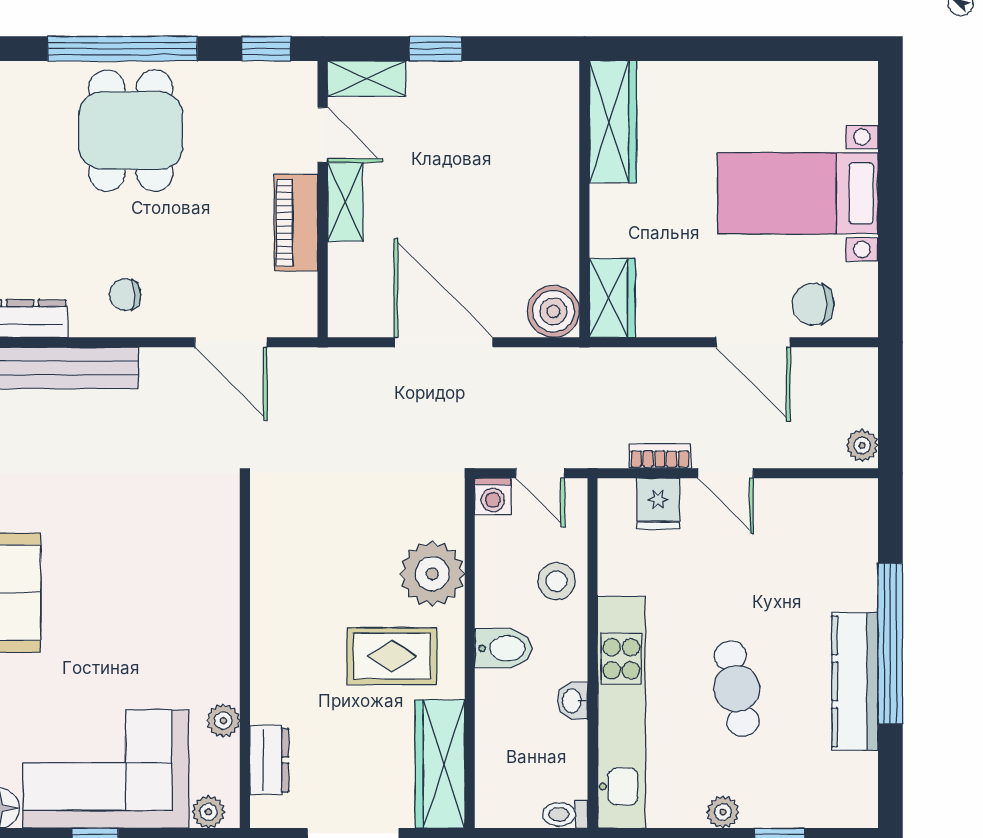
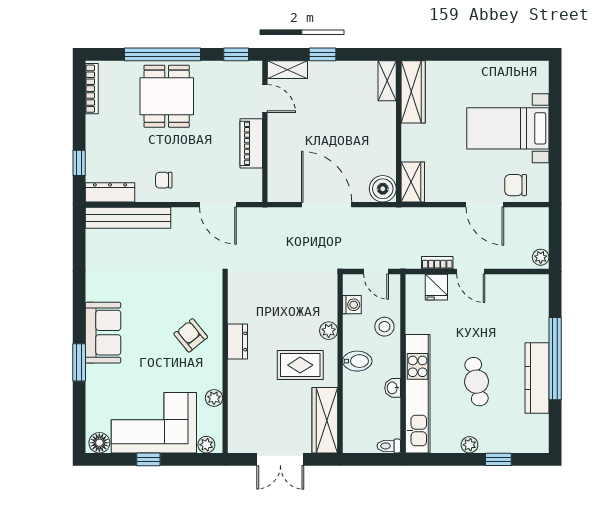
shelving: (345, 202) -> (387, 81), moved
washing machine: (493, 496) -> (352, 305), moved, turned -90
plant: (432, 574) -> (329, 331), width x0.53, depth x0.53
armchair: (178, 598) -> (191, 335), added
dresser: (269, 760) -> (238, 342), moved

